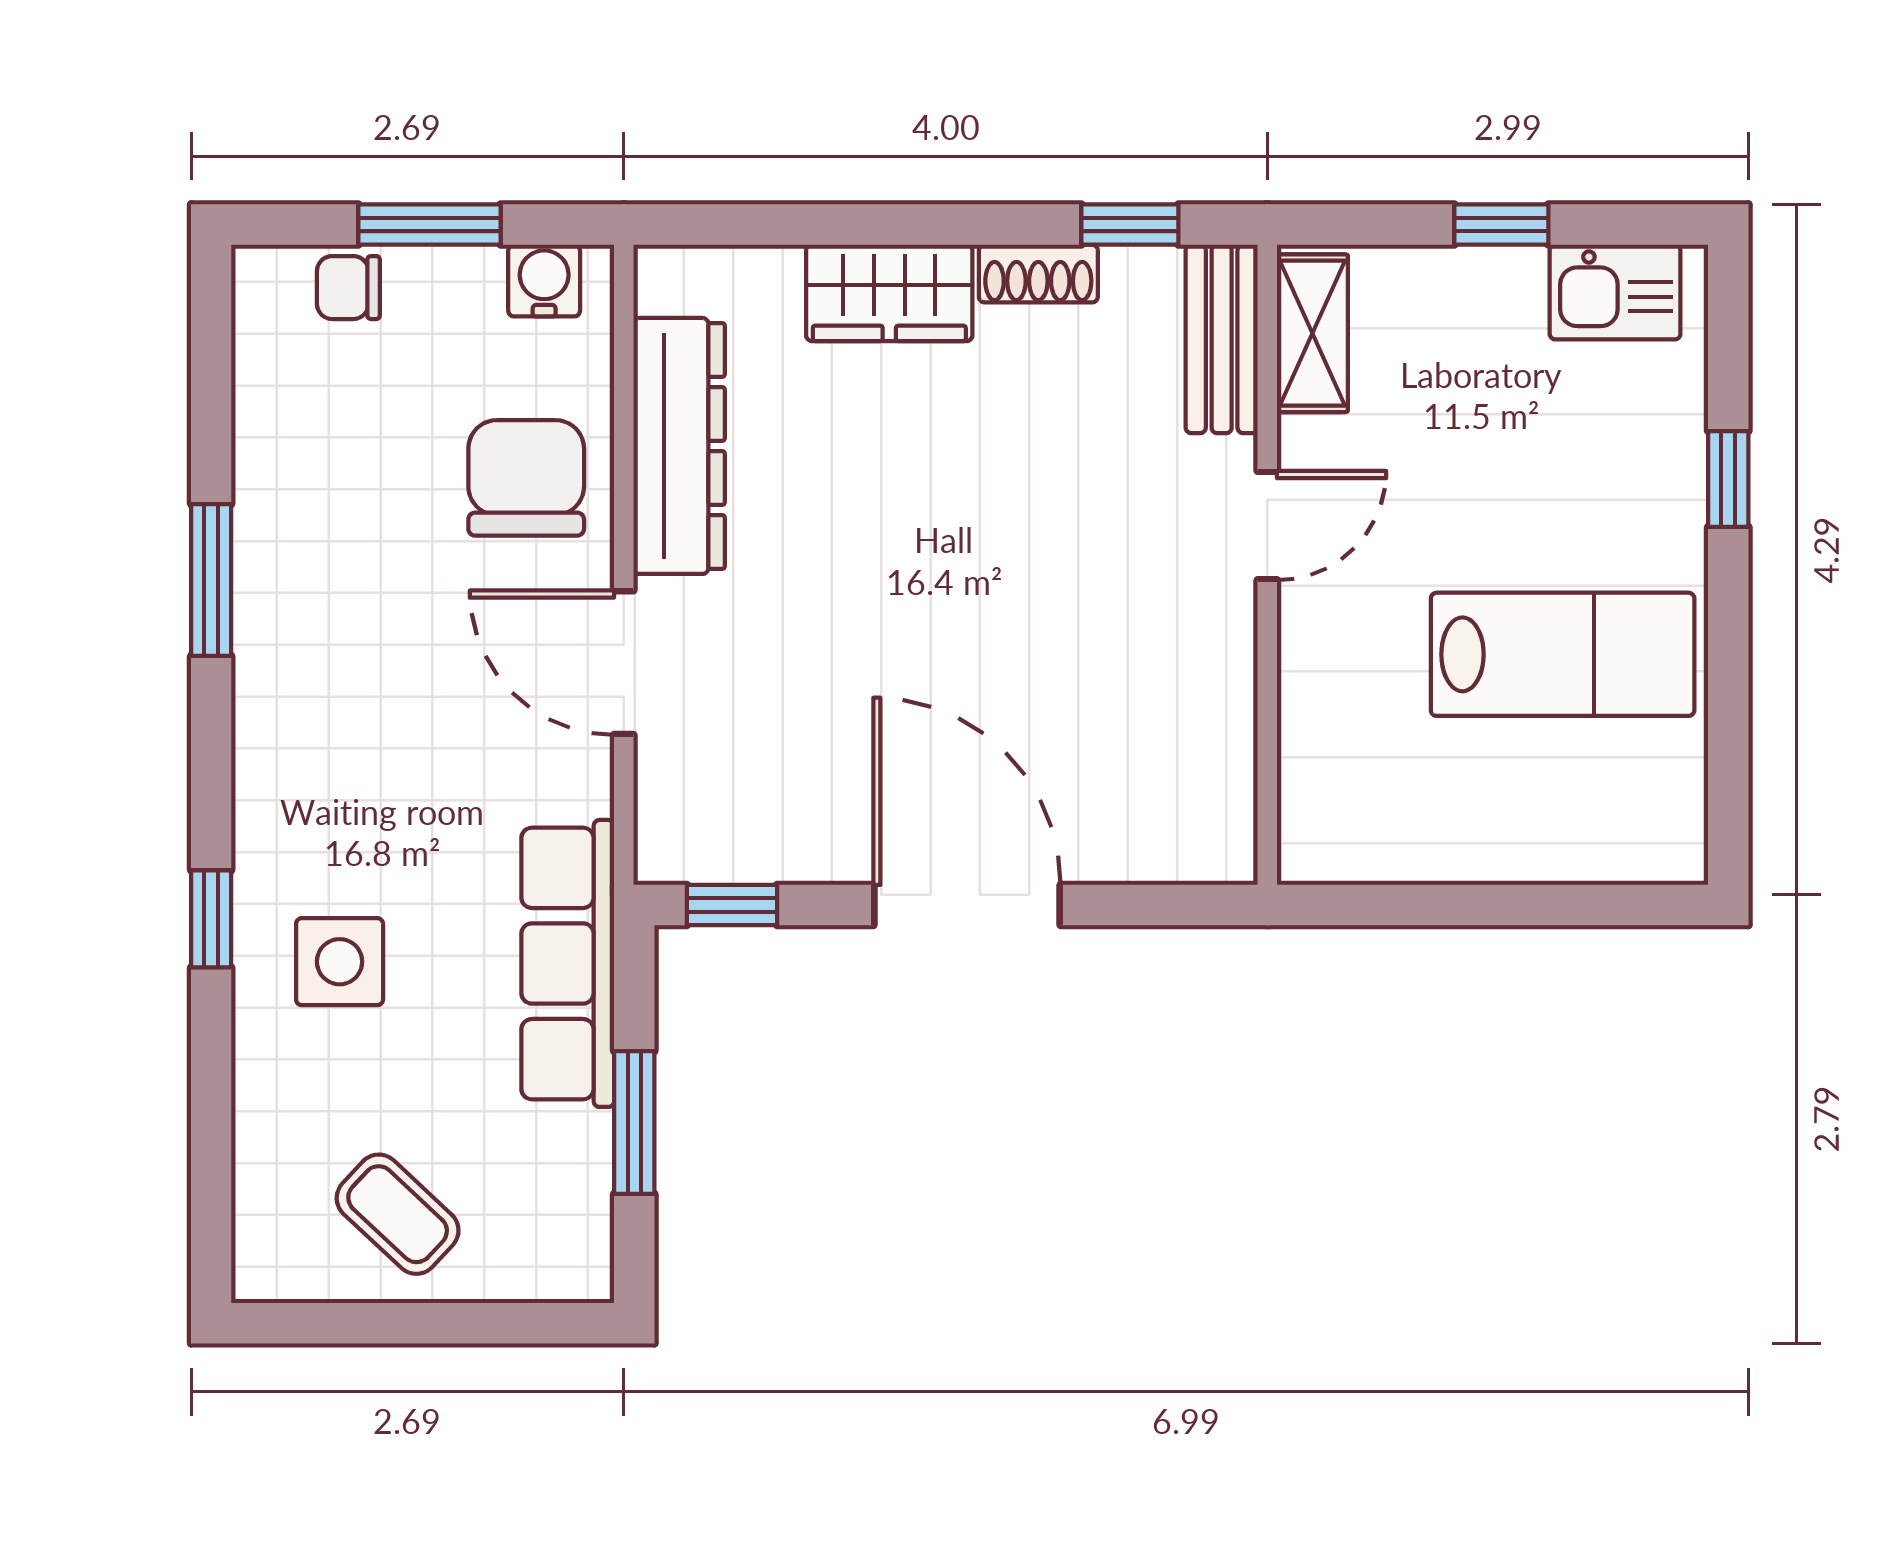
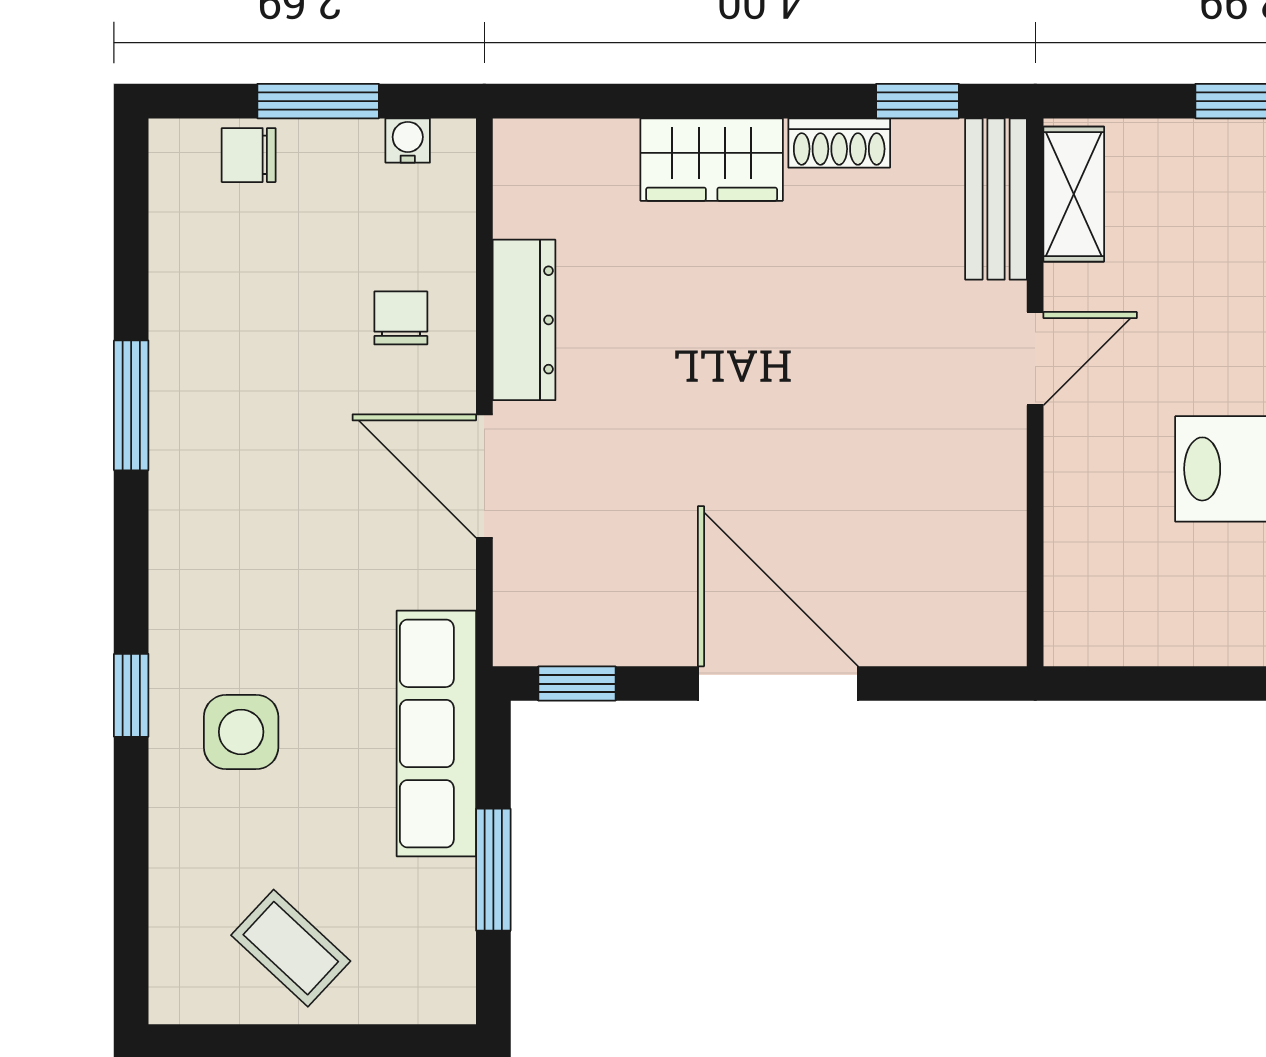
water cooler: (544, 281) -> (408, 141), width x0.72, depth x0.72
dresser: (679, 446) -> (524, 320), width x0.73, depth x0.80
chair: (526, 478) -> (401, 318), width x0.54, depth x0.54

